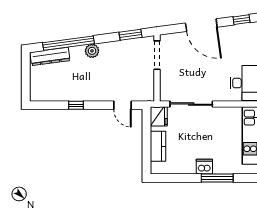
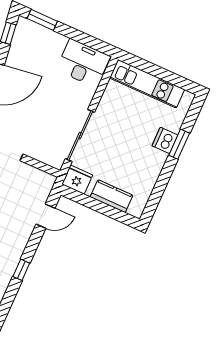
dishwasher: (204, 167) -> (165, 140), moved
window: (217, 178) -> (179, 144), width x0.69

